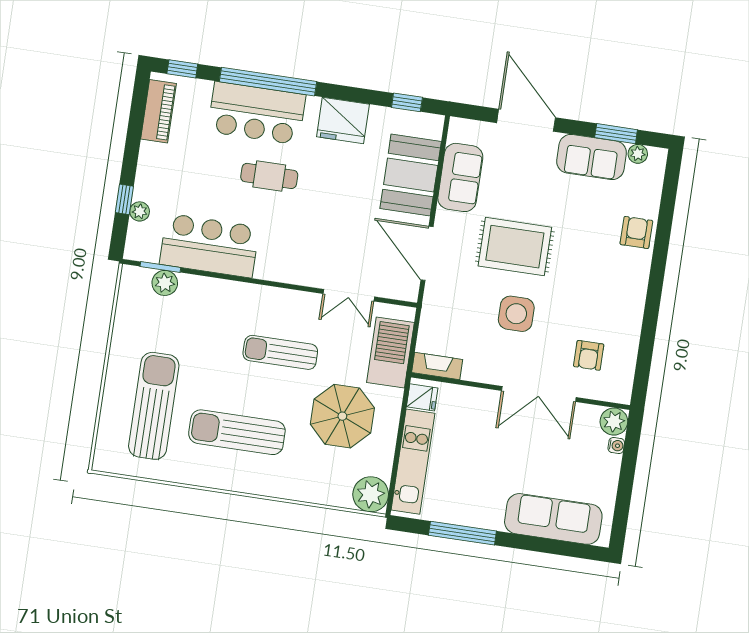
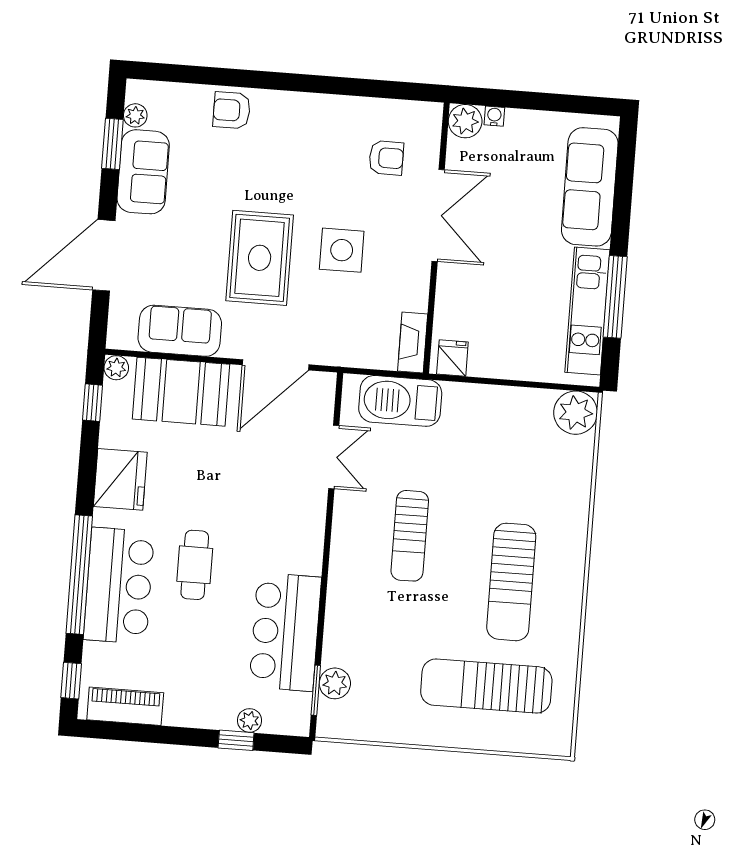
plant: (434, 124) -> (116, 368), added
parasol: (342, 416) -> (482, 454), removed
kitchen unit: (413, 462) -> (587, 311), moved, turned -90

